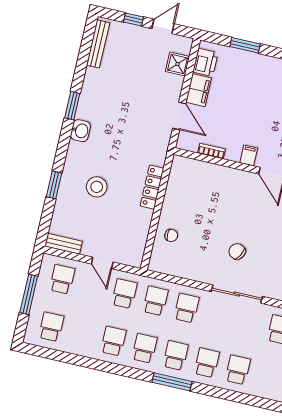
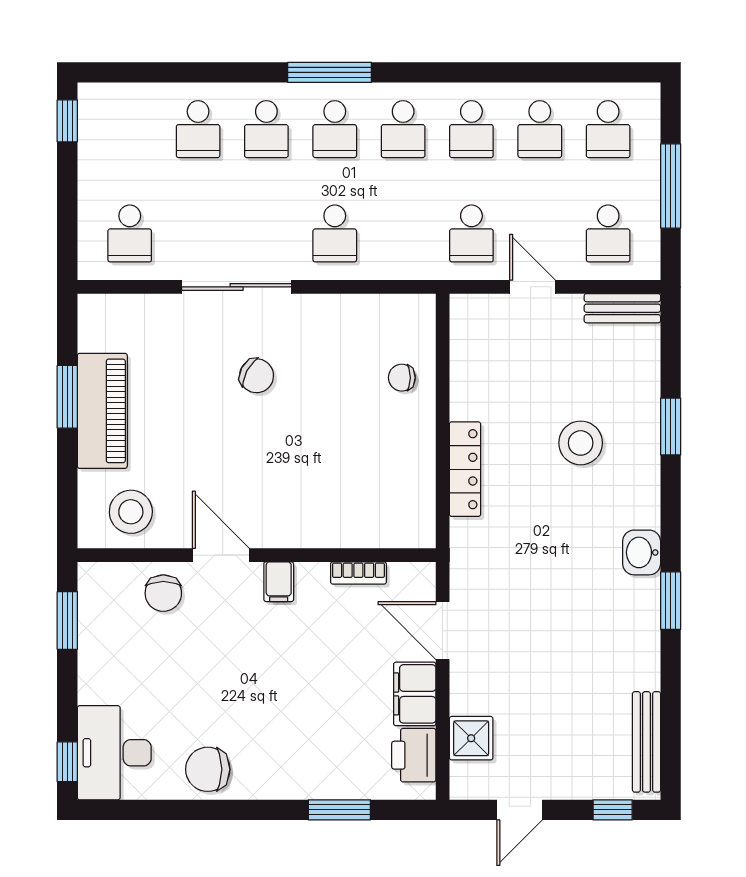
window: (133, 20) -> (613, 810), moved
school desk: (155, 301) -> (540, 129), moved

